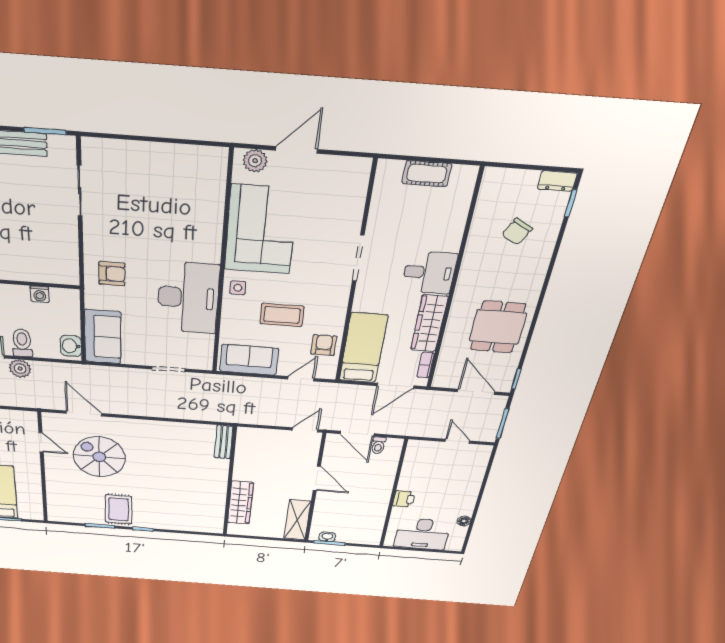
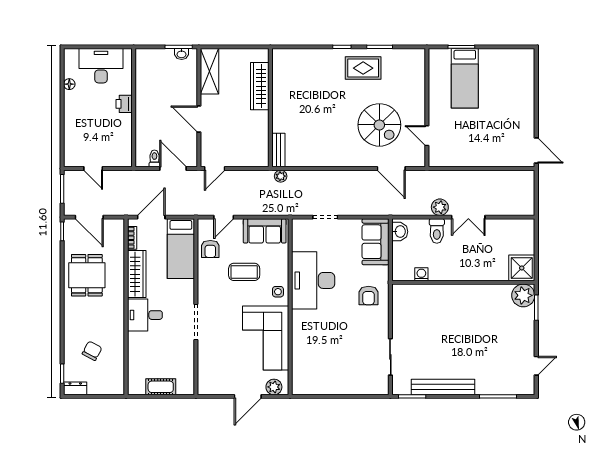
armchair: (112, 274) -> (369, 296), turned -90
plant: (223, 416) -> (281, 176), added
rug: (119, 509) -> (363, 68), turned 90

